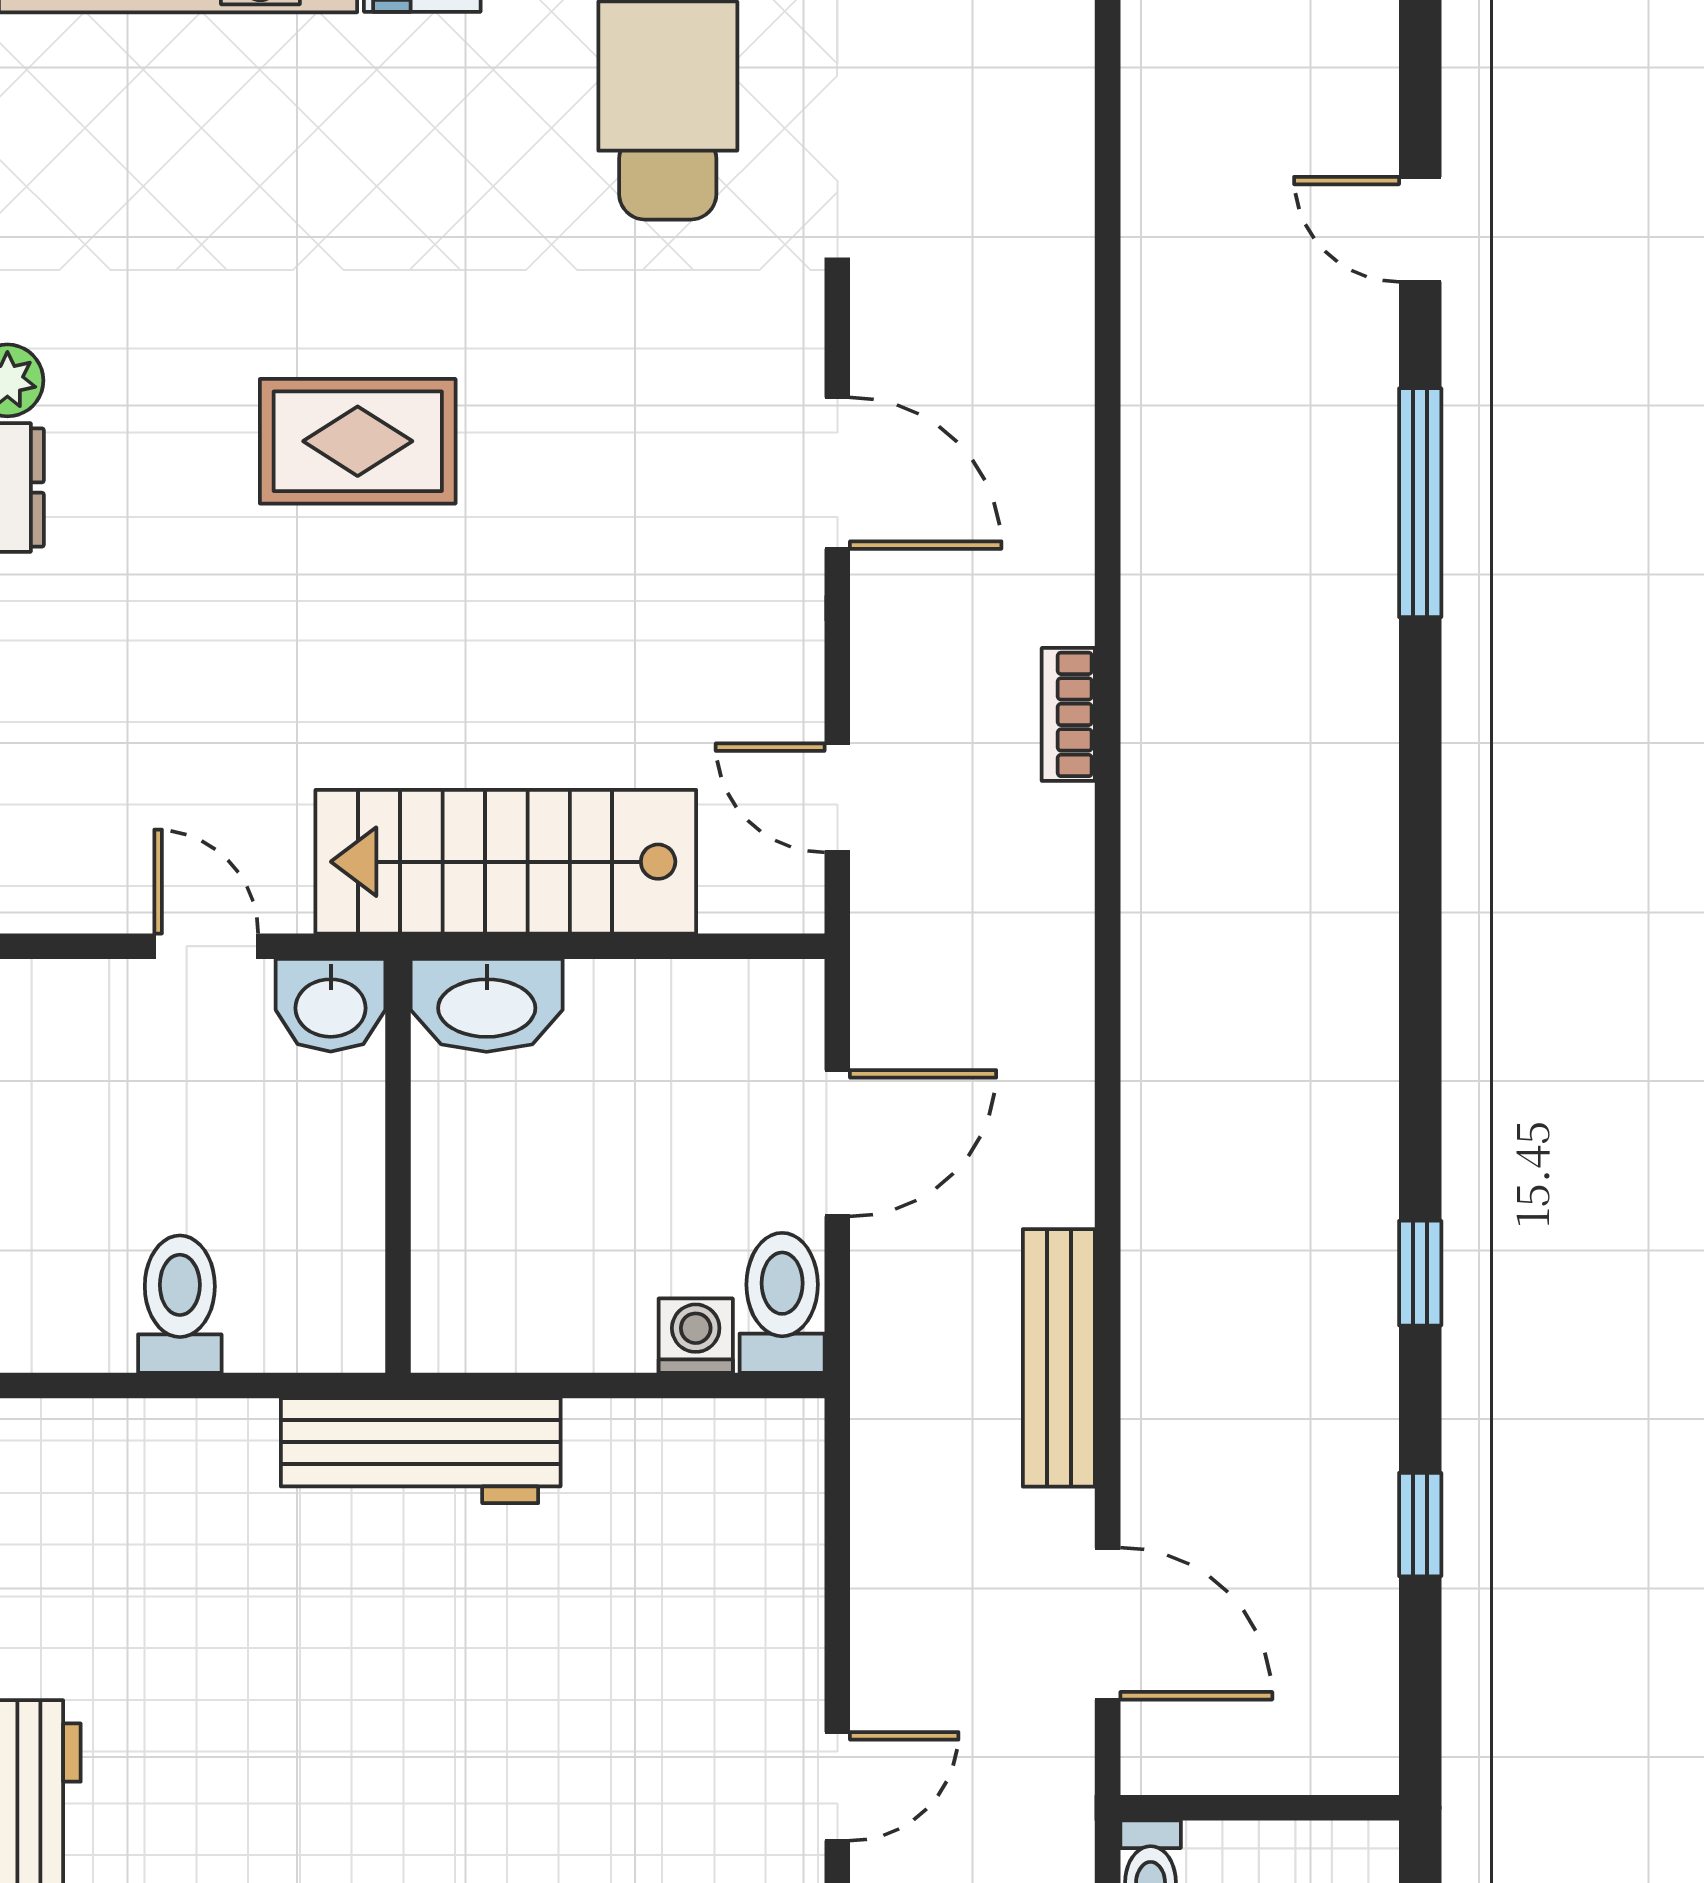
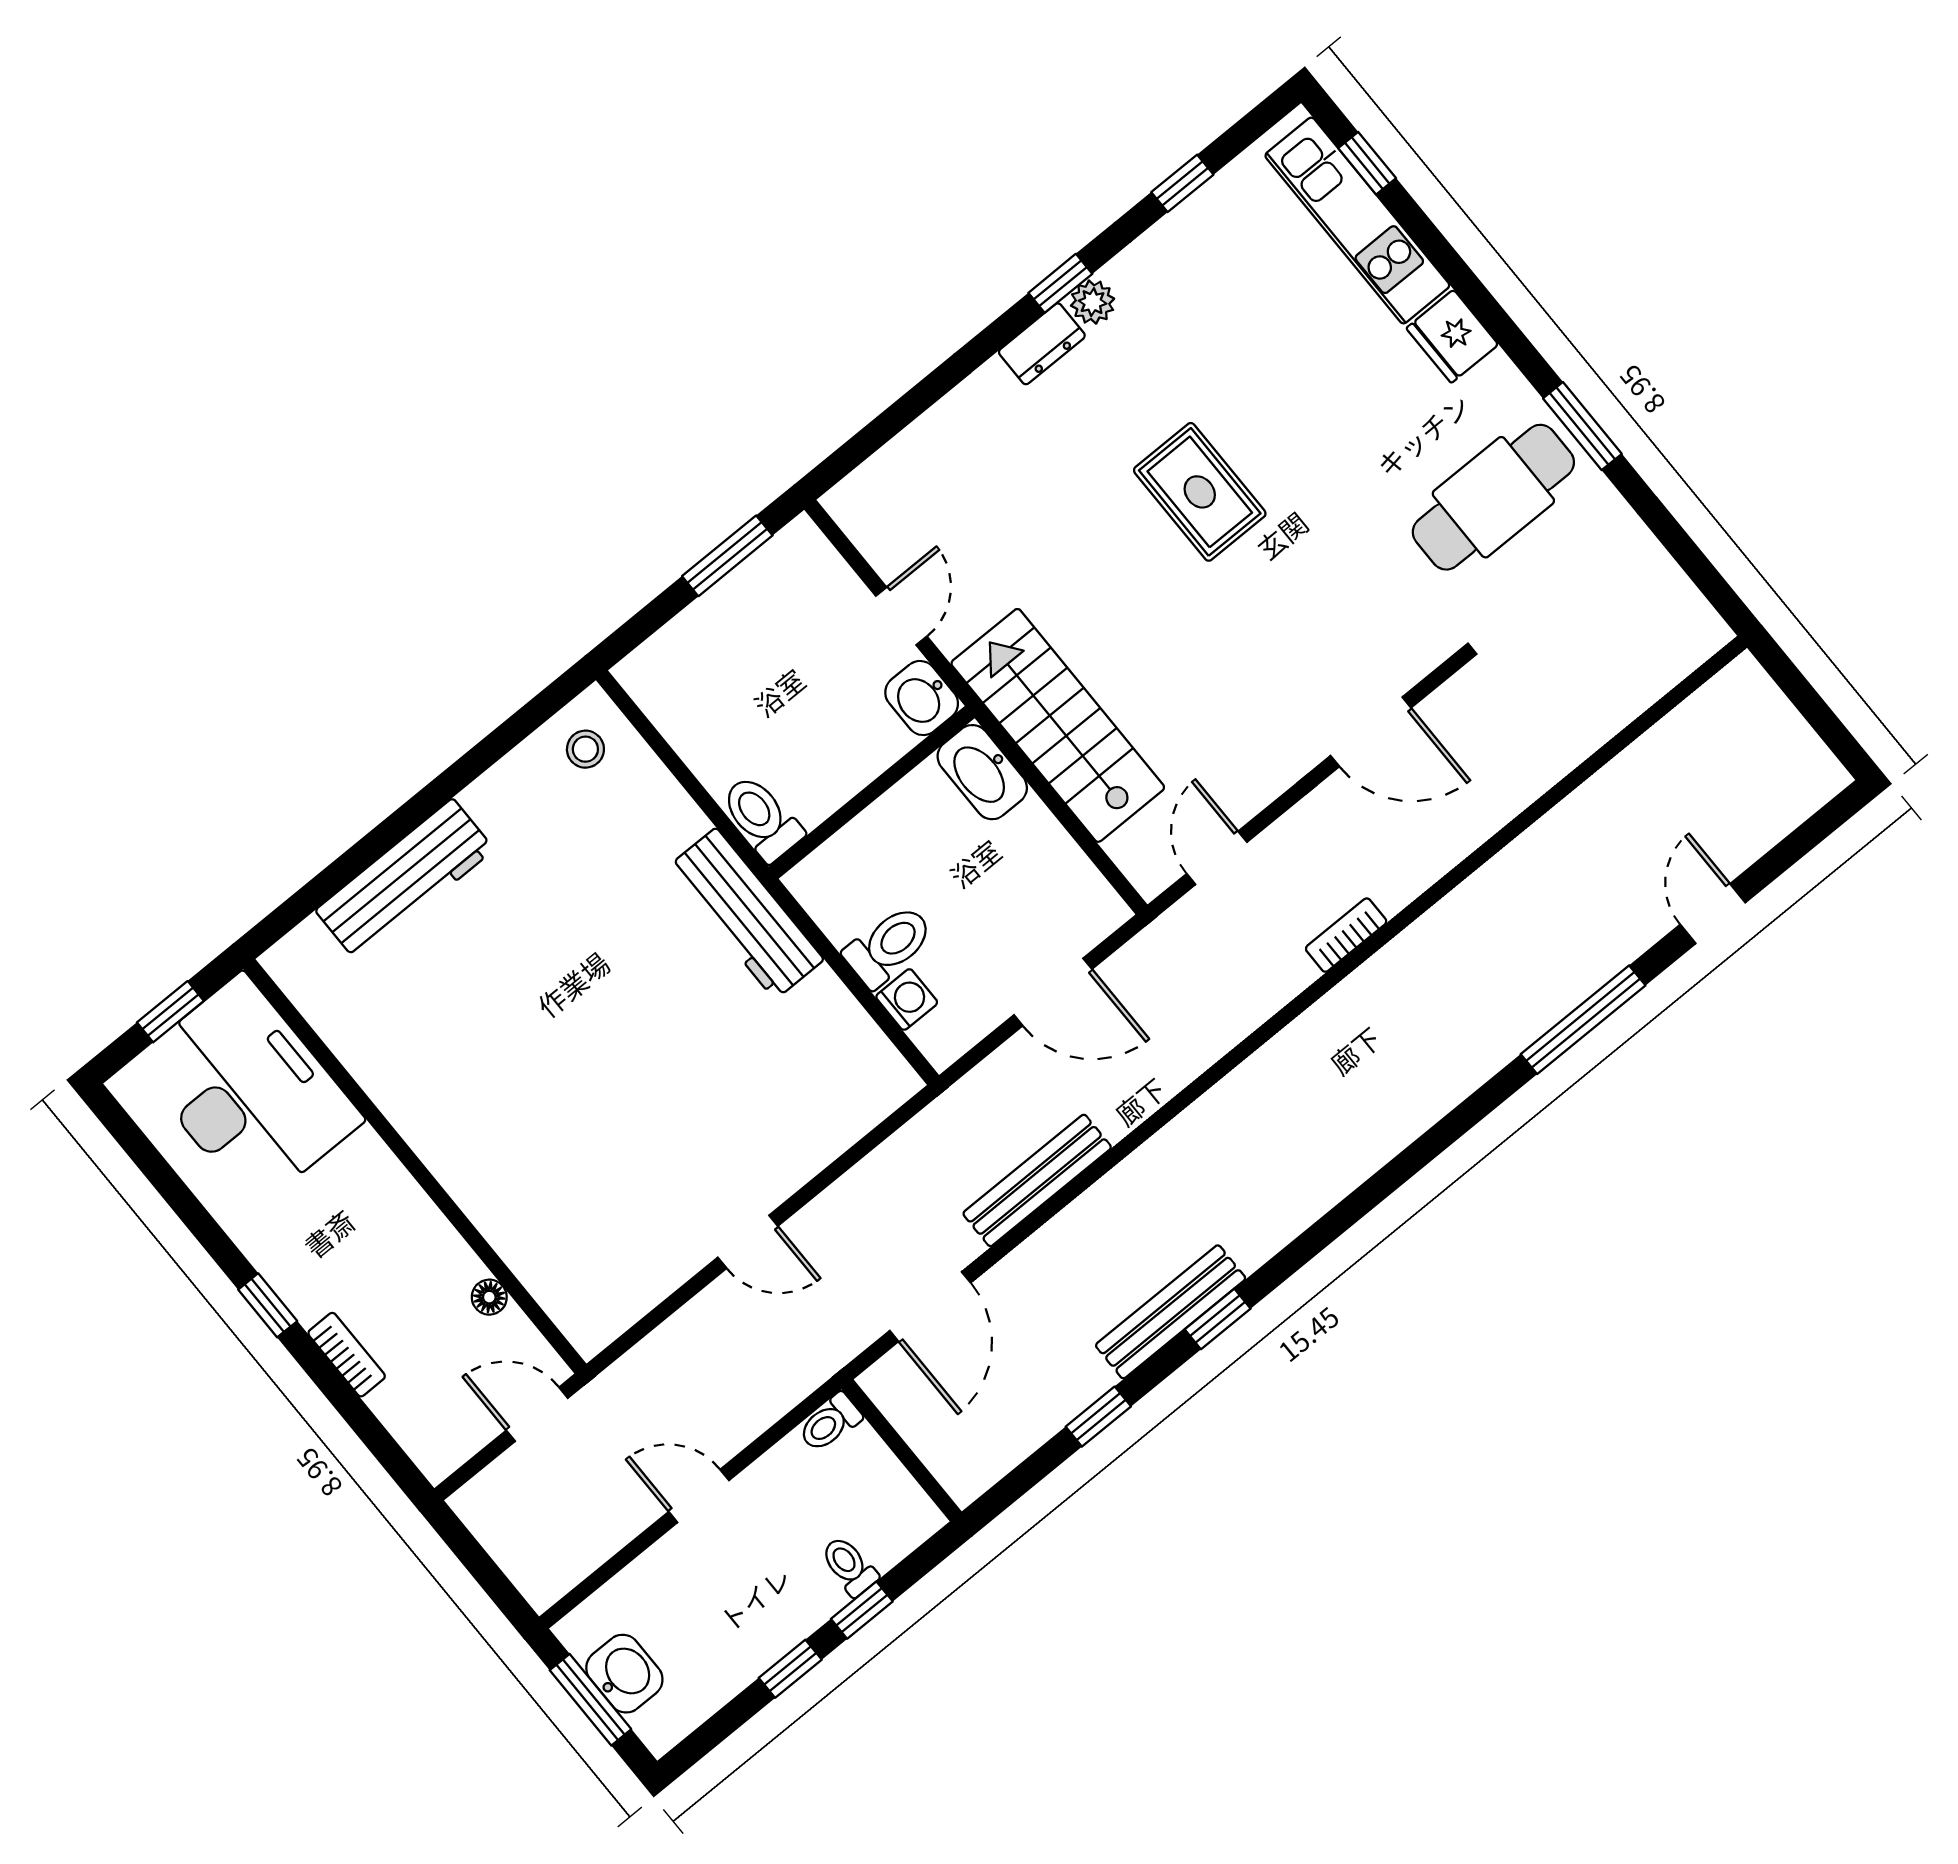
door: (837, 473) -> (1371, 732), hinge flipped
toilet: (782, 1303) -> (889, 946), moved
toilet: (180, 1304) -> (762, 818), moved, turned -90
bench: (1363, 1325) -> (1171, 1312), added
stool: (48, 1482) -> (585, 749), added

